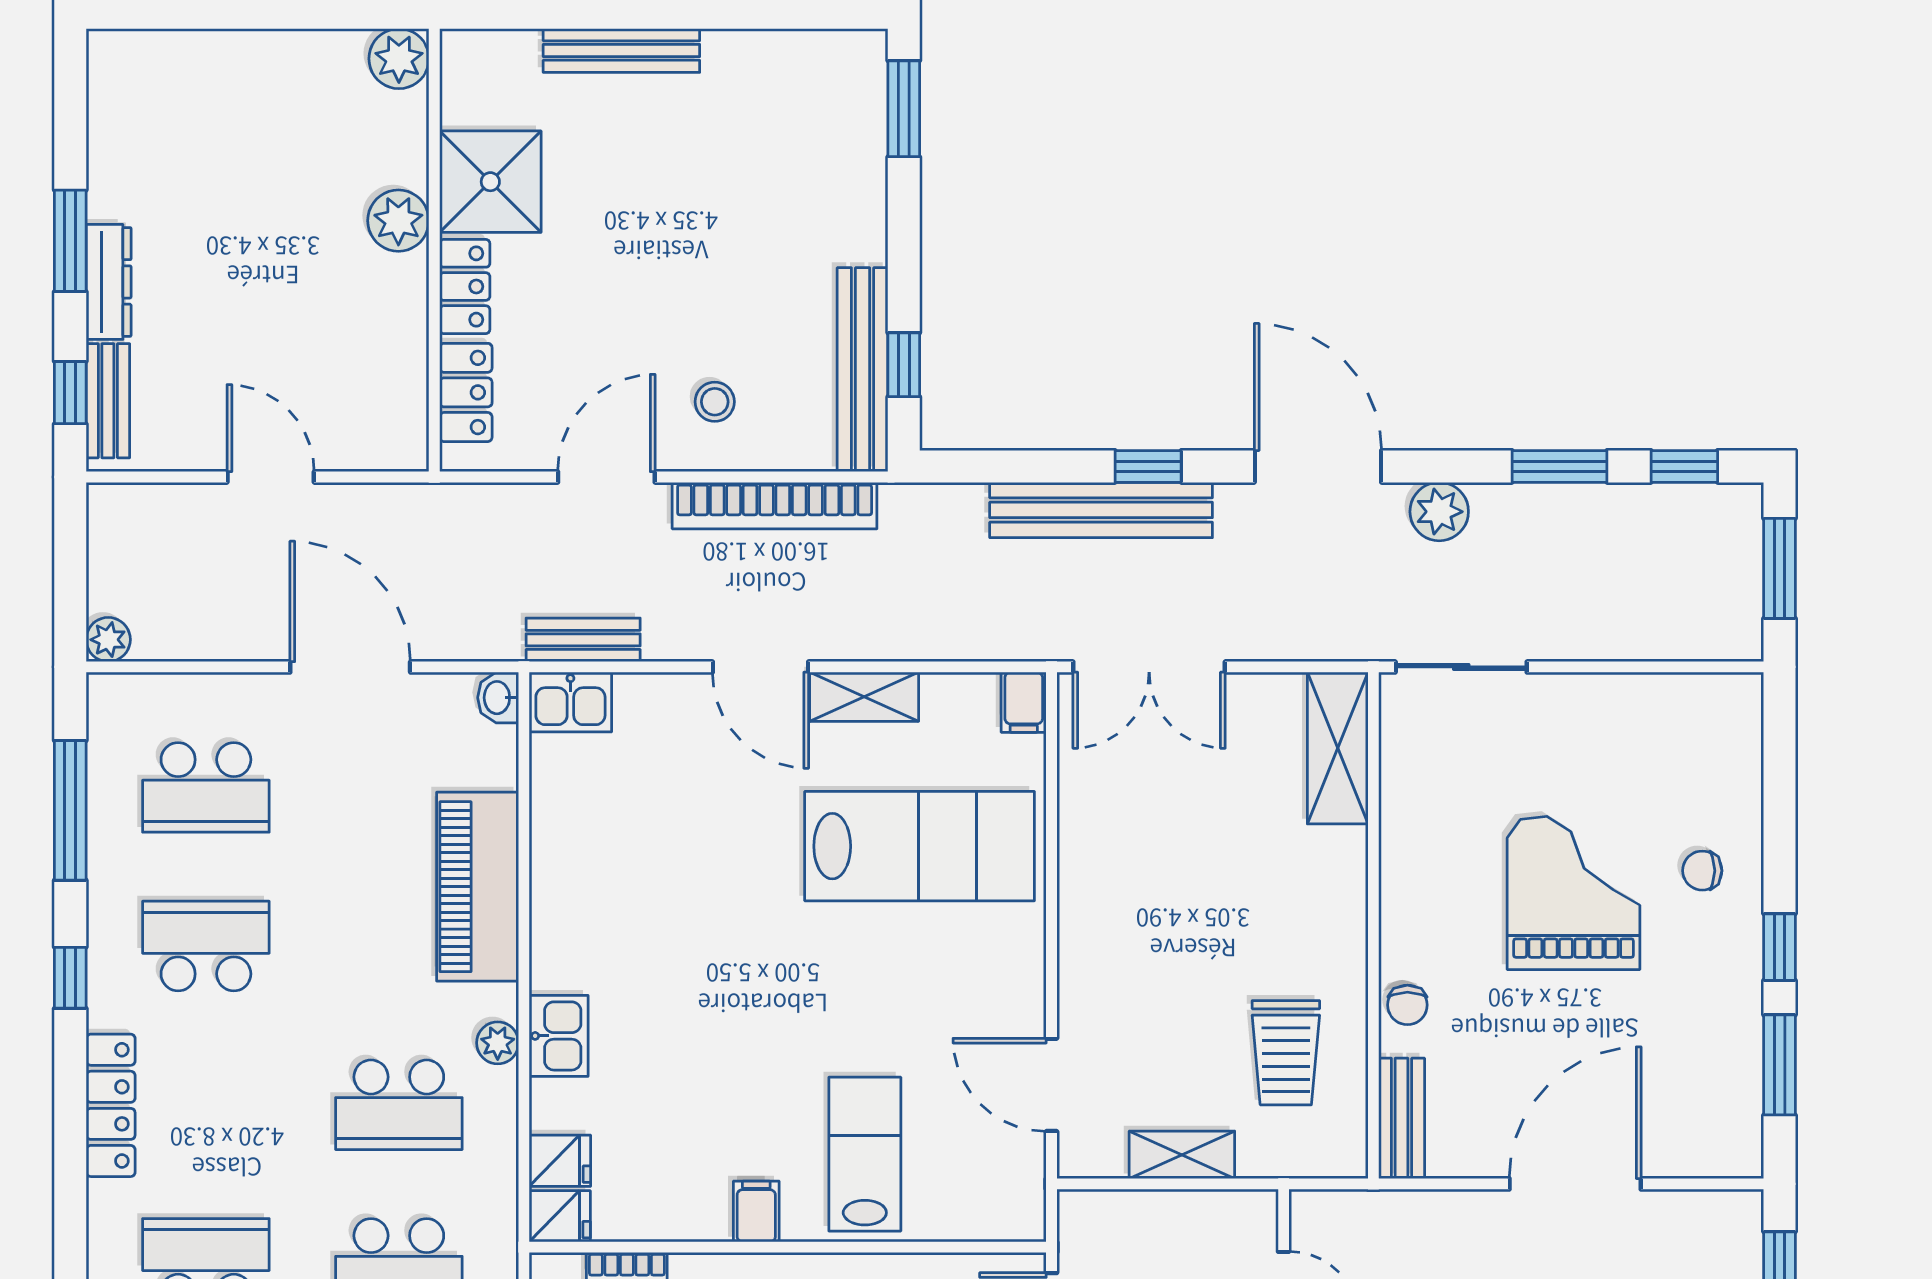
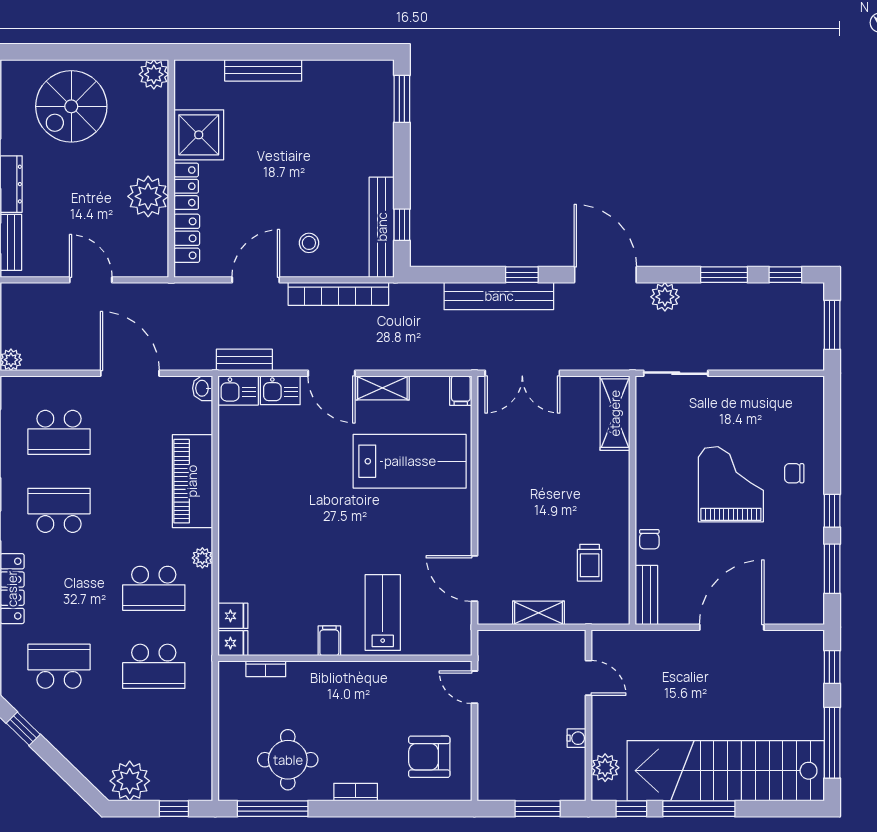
spiral stairs: (231, 124) -> (71, 106), added
plant: (398, 221) -> (148, 196), moved, width x1.36, depth x1.36
kitchen sink: (559, 1036) -> (280, 390), moved, turned 90
trolley: (1286, 1053) -> (590, 563), width x0.73, depth x0.72

